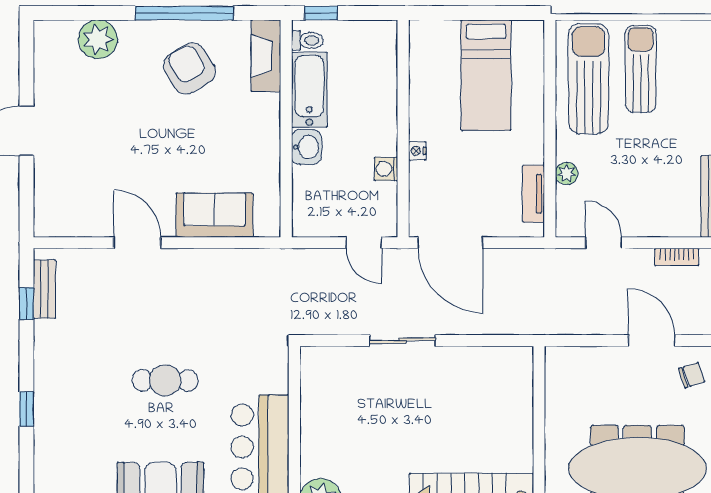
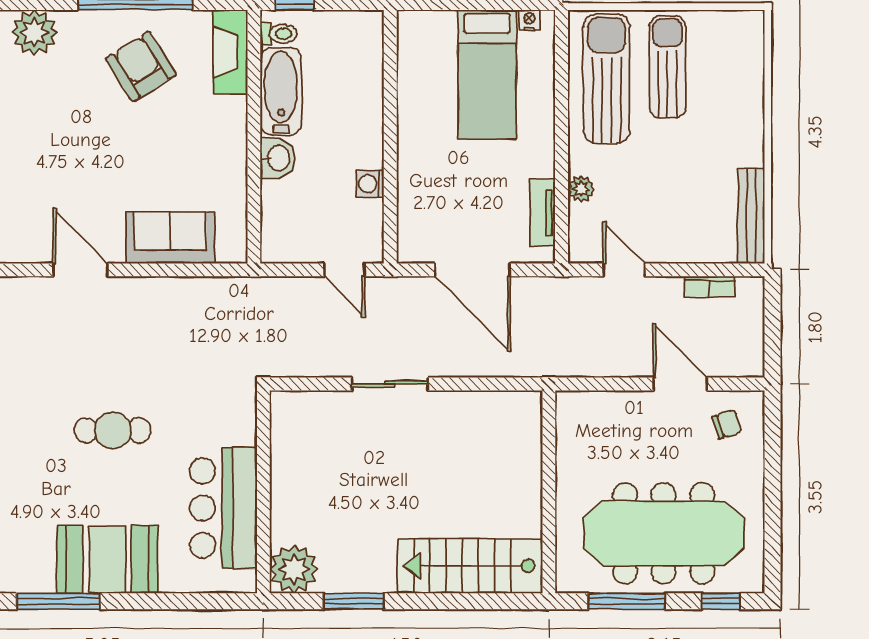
nightstand: (417, 151) -> (529, 20), moved, turned 90
door: (450, 243) -> (472, 270), moved

